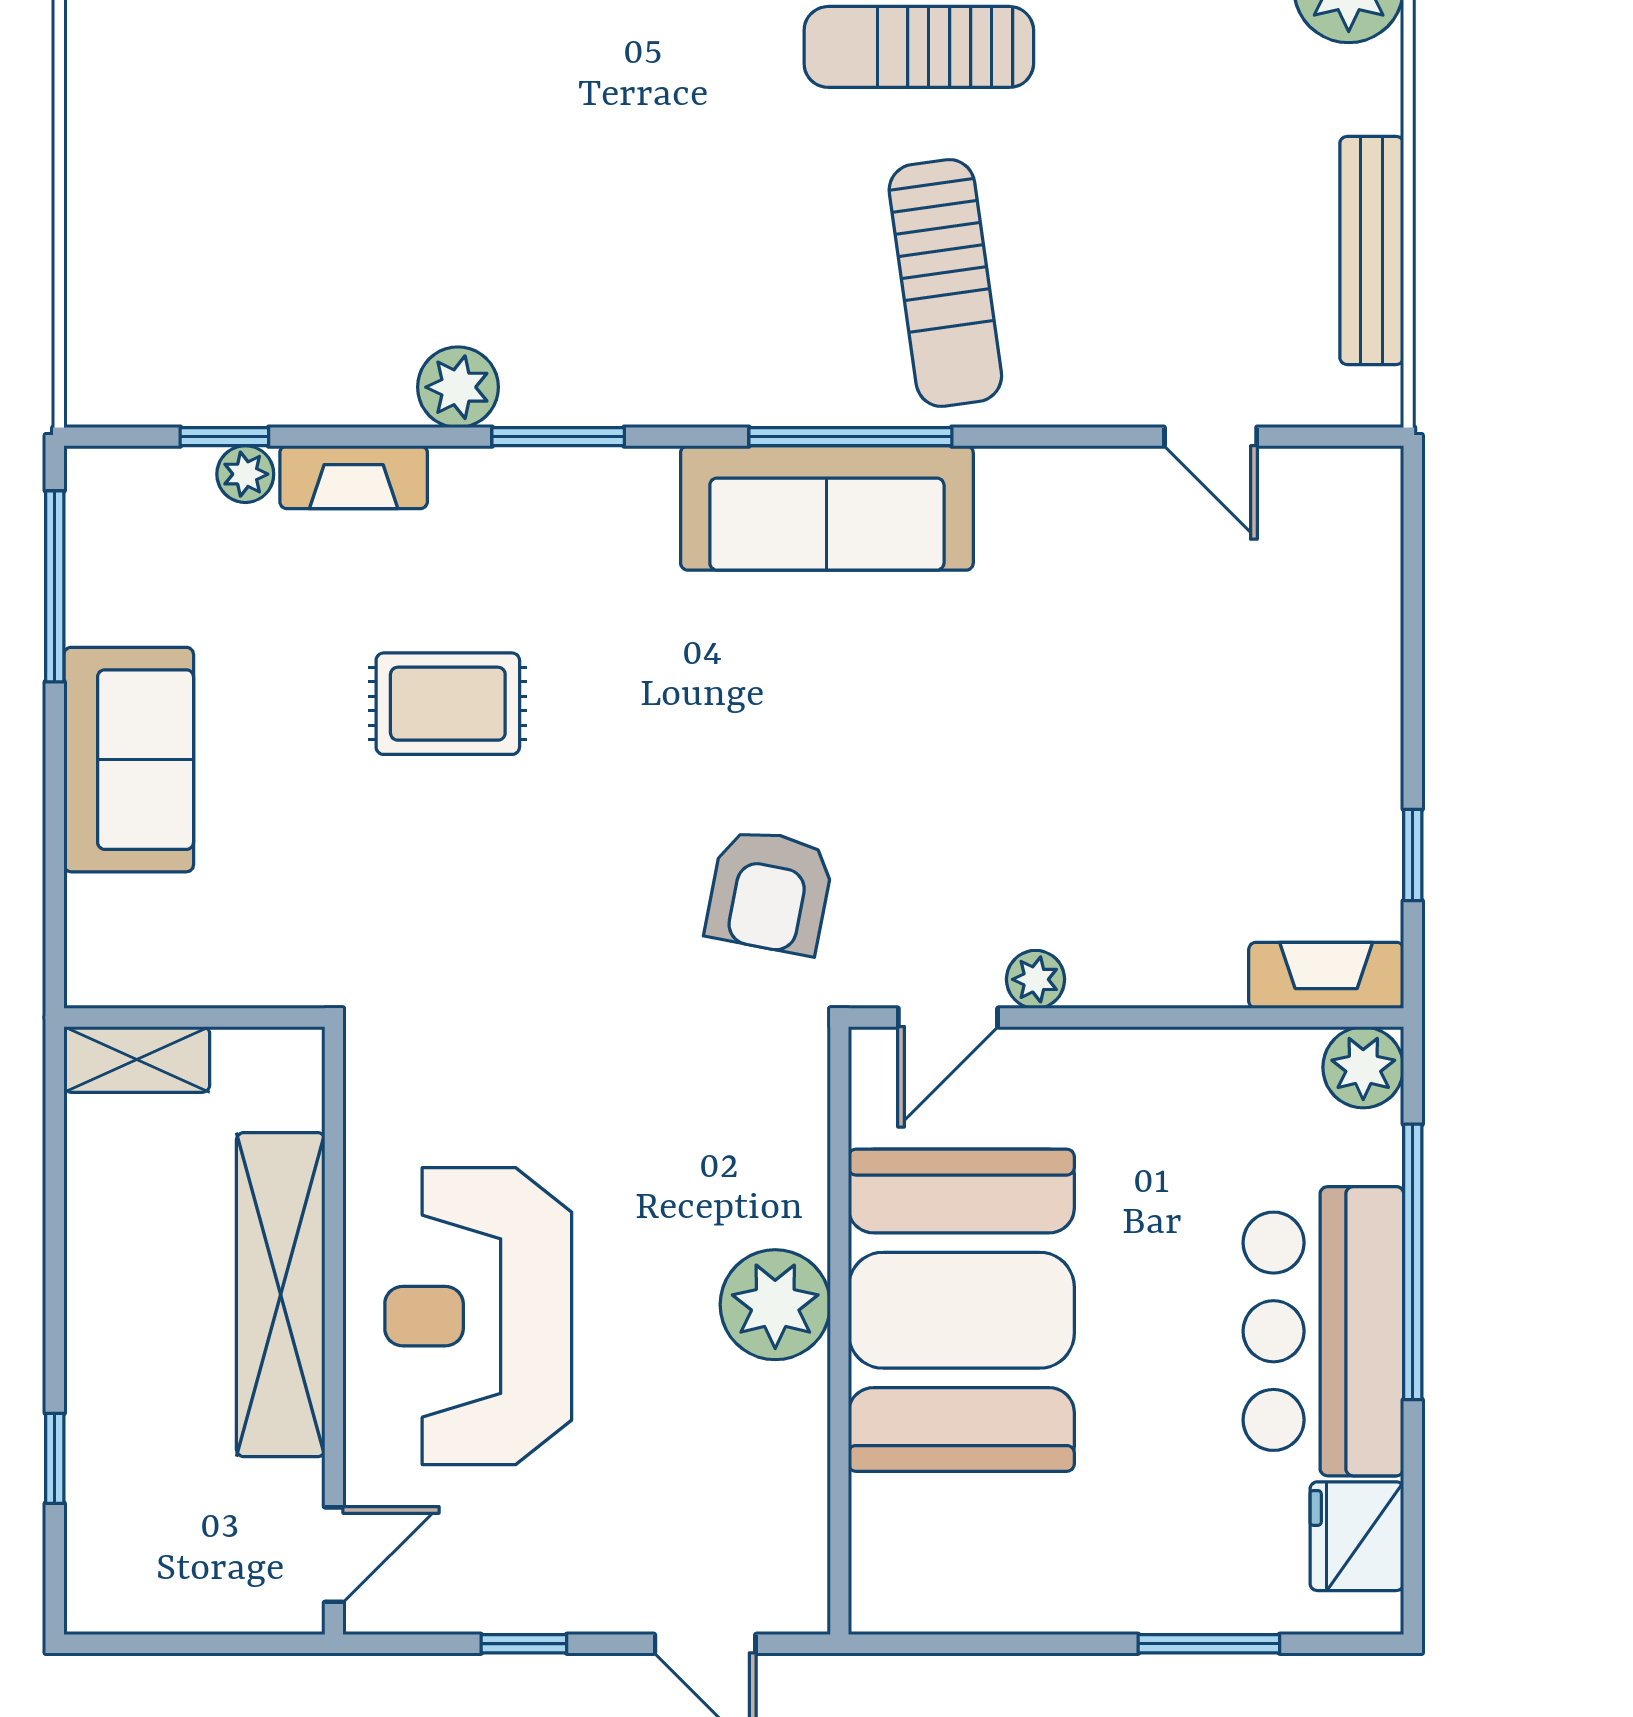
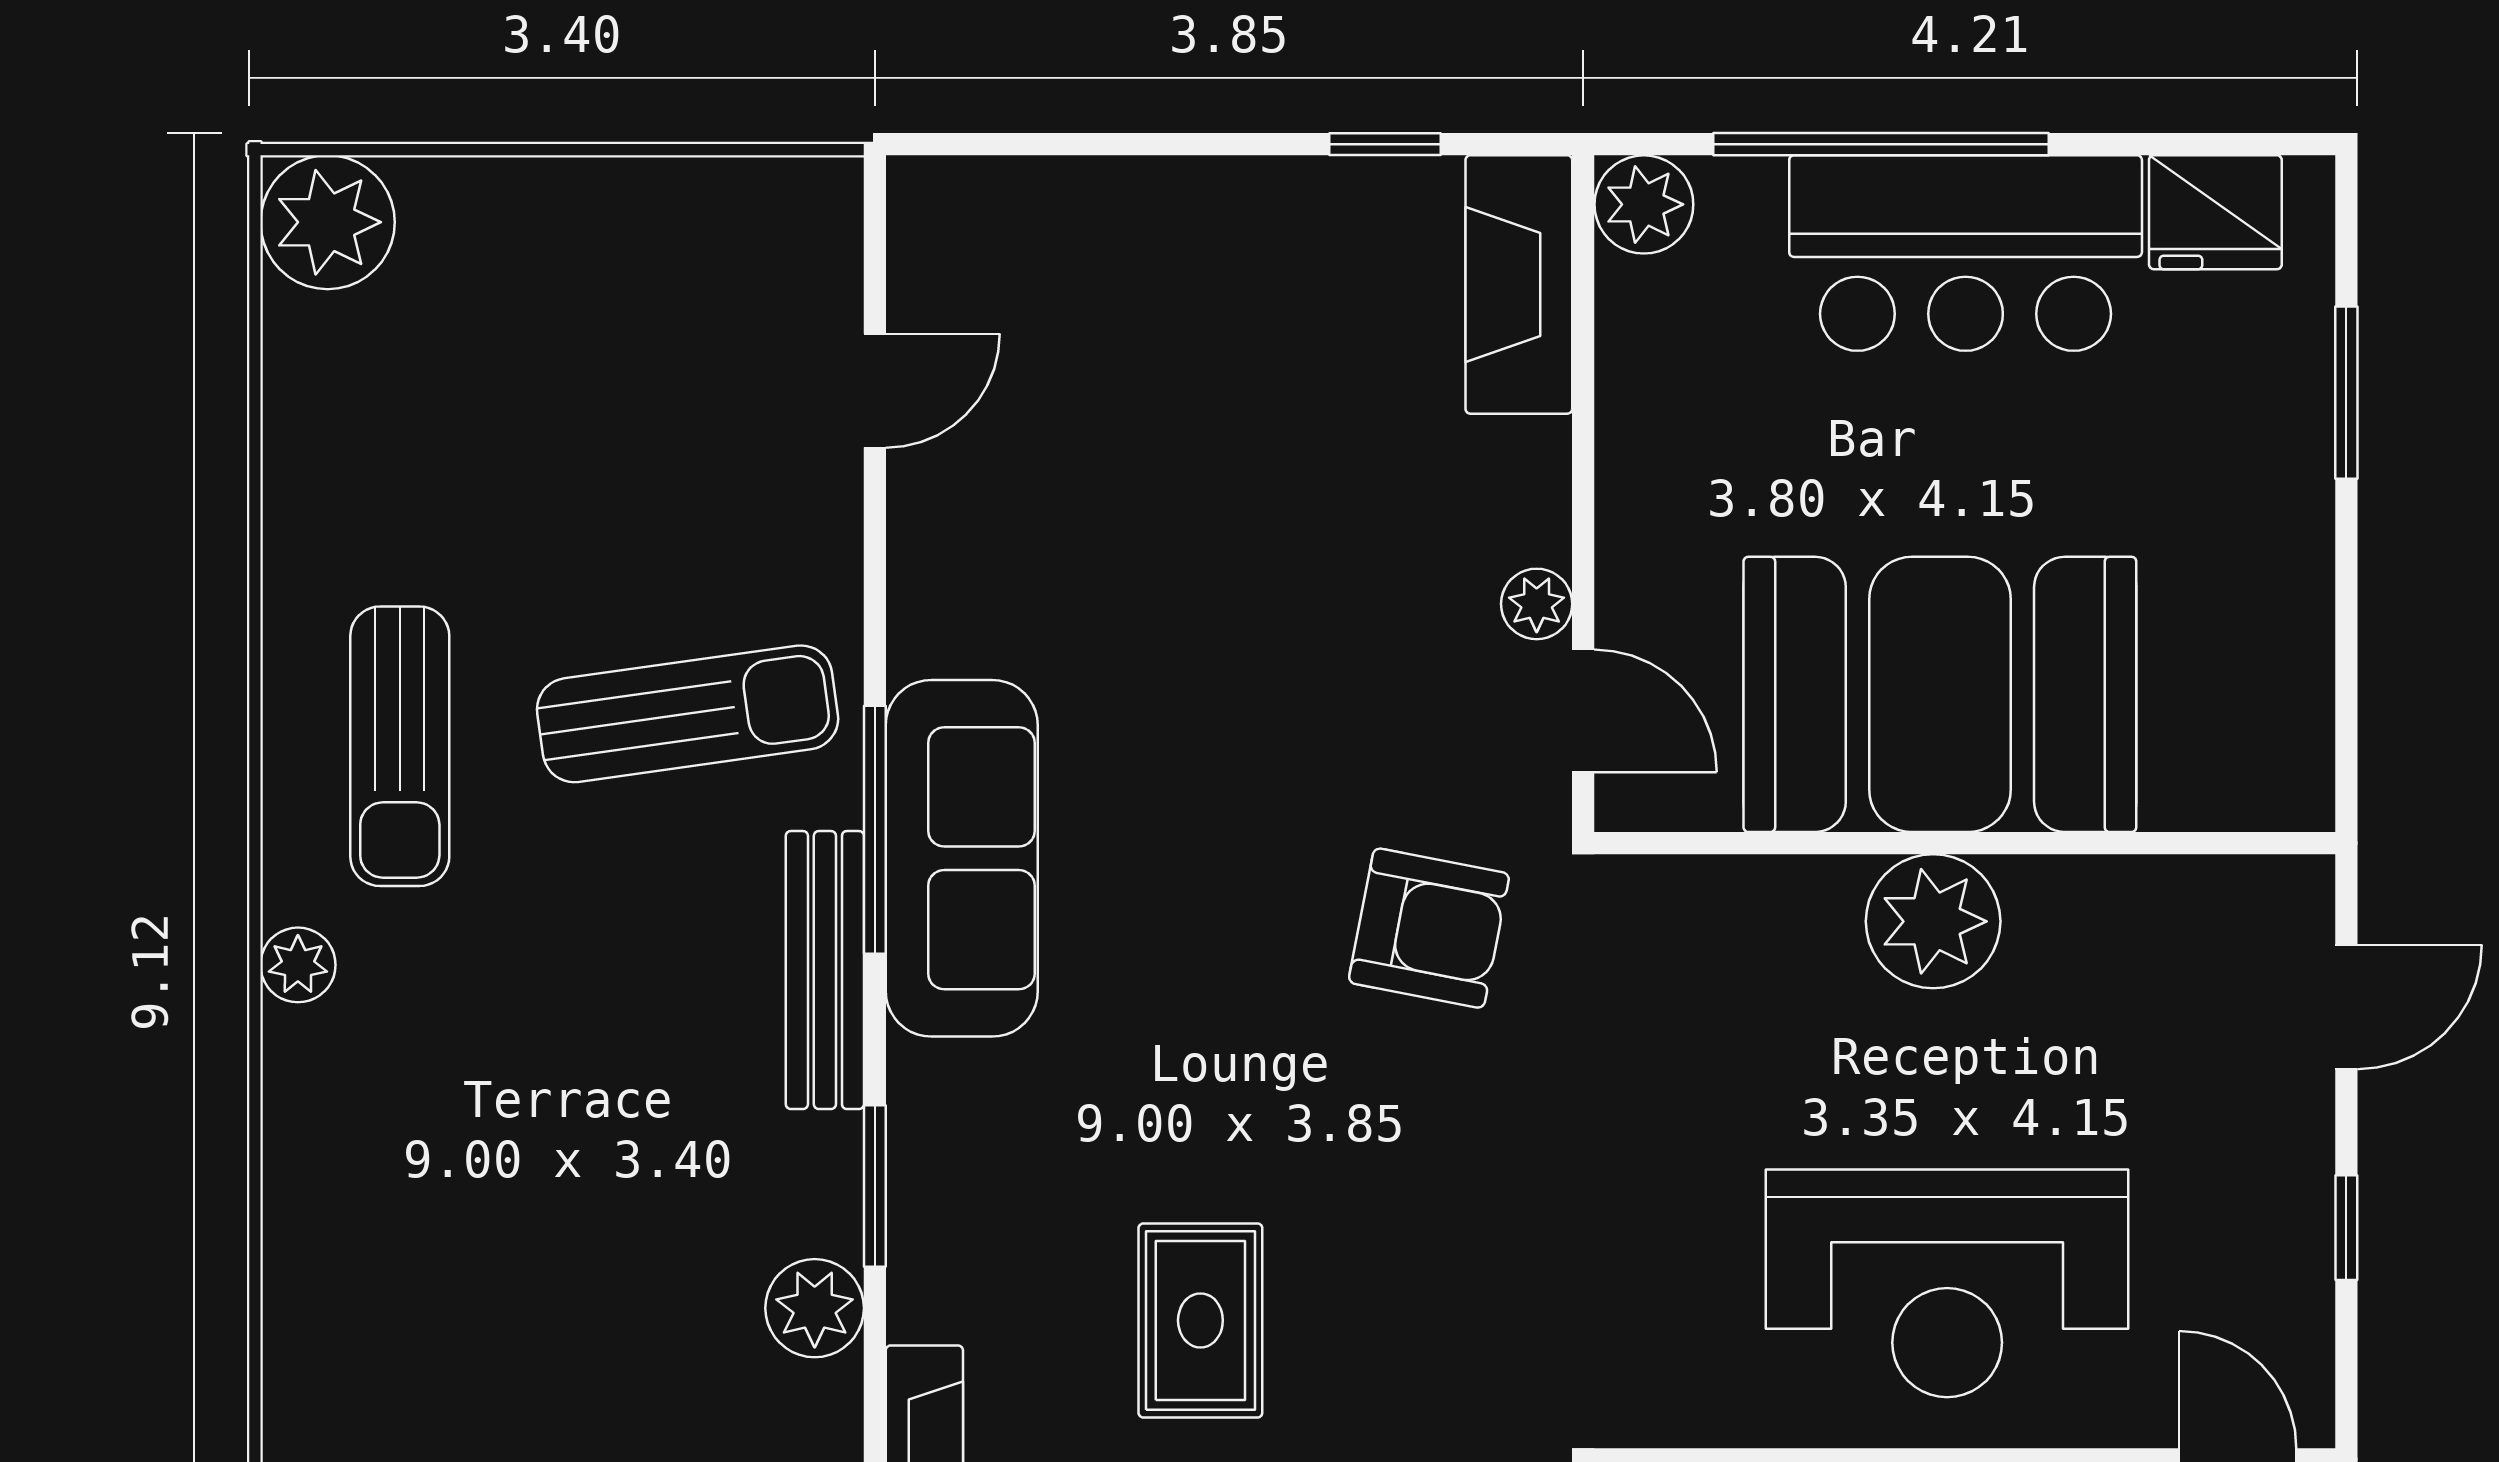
bench: (1372, 250) -> (825, 970), moved, turned 90
fireplace: (1326, 975) -> (1519, 284), width x1.37, depth x1.32

